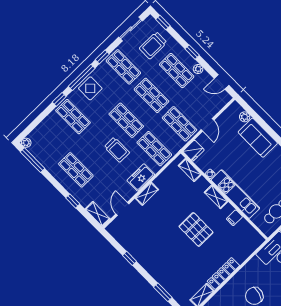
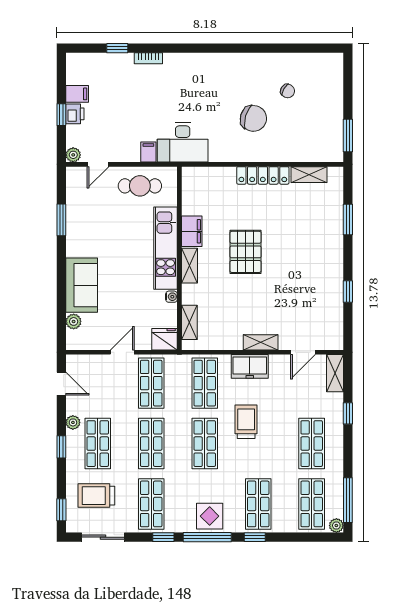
trolley: (153, 45) -> (96, 496), turned 180
shop shelf: (48, 141) -> (312, 504), added
filing cabinet: (234, 218) -> (192, 231), width x2.00

